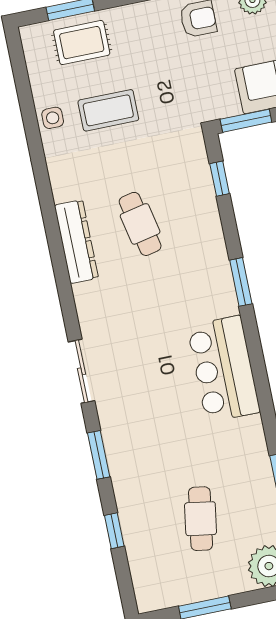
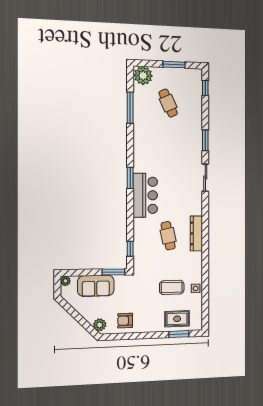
window: (241, 282) -> (130, 178), moved
bar counter: (224, 369) -> (145, 195), moved
cafe table: (201, 519) -> (168, 103), turned -33
window: (114, 531) -> (205, 88), moved

